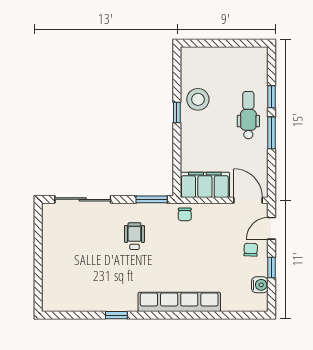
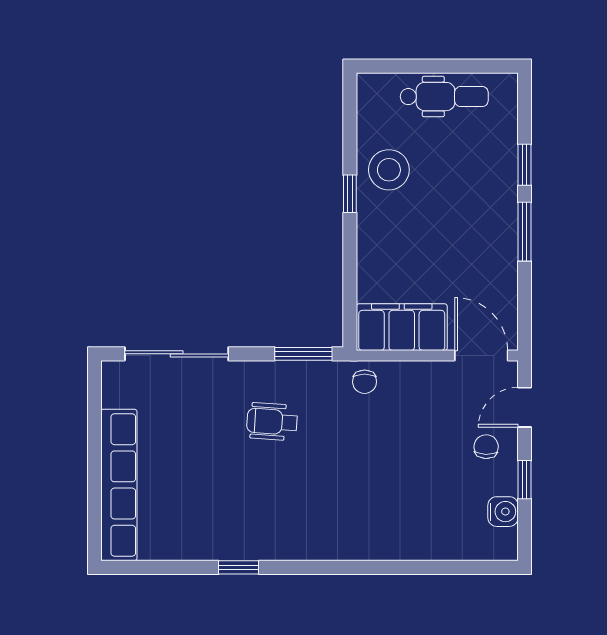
dental chair: (248, 115) -> (444, 97), moved, turned 90
wheelchair: (134, 236) -> (272, 422), turned -86
row of seats: (179, 302) -> (119, 485), moved, turned 90

